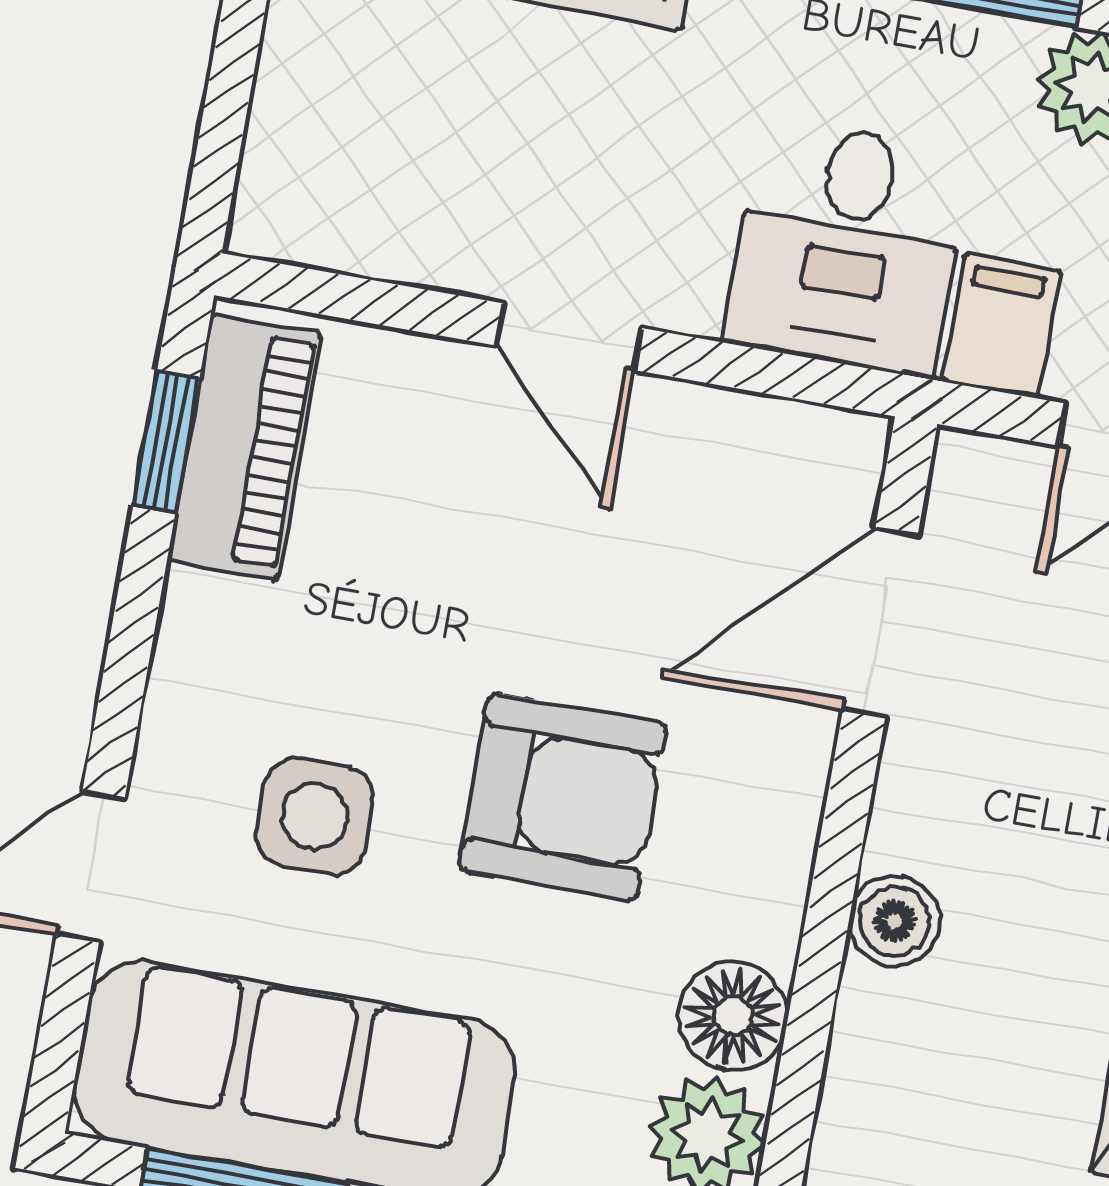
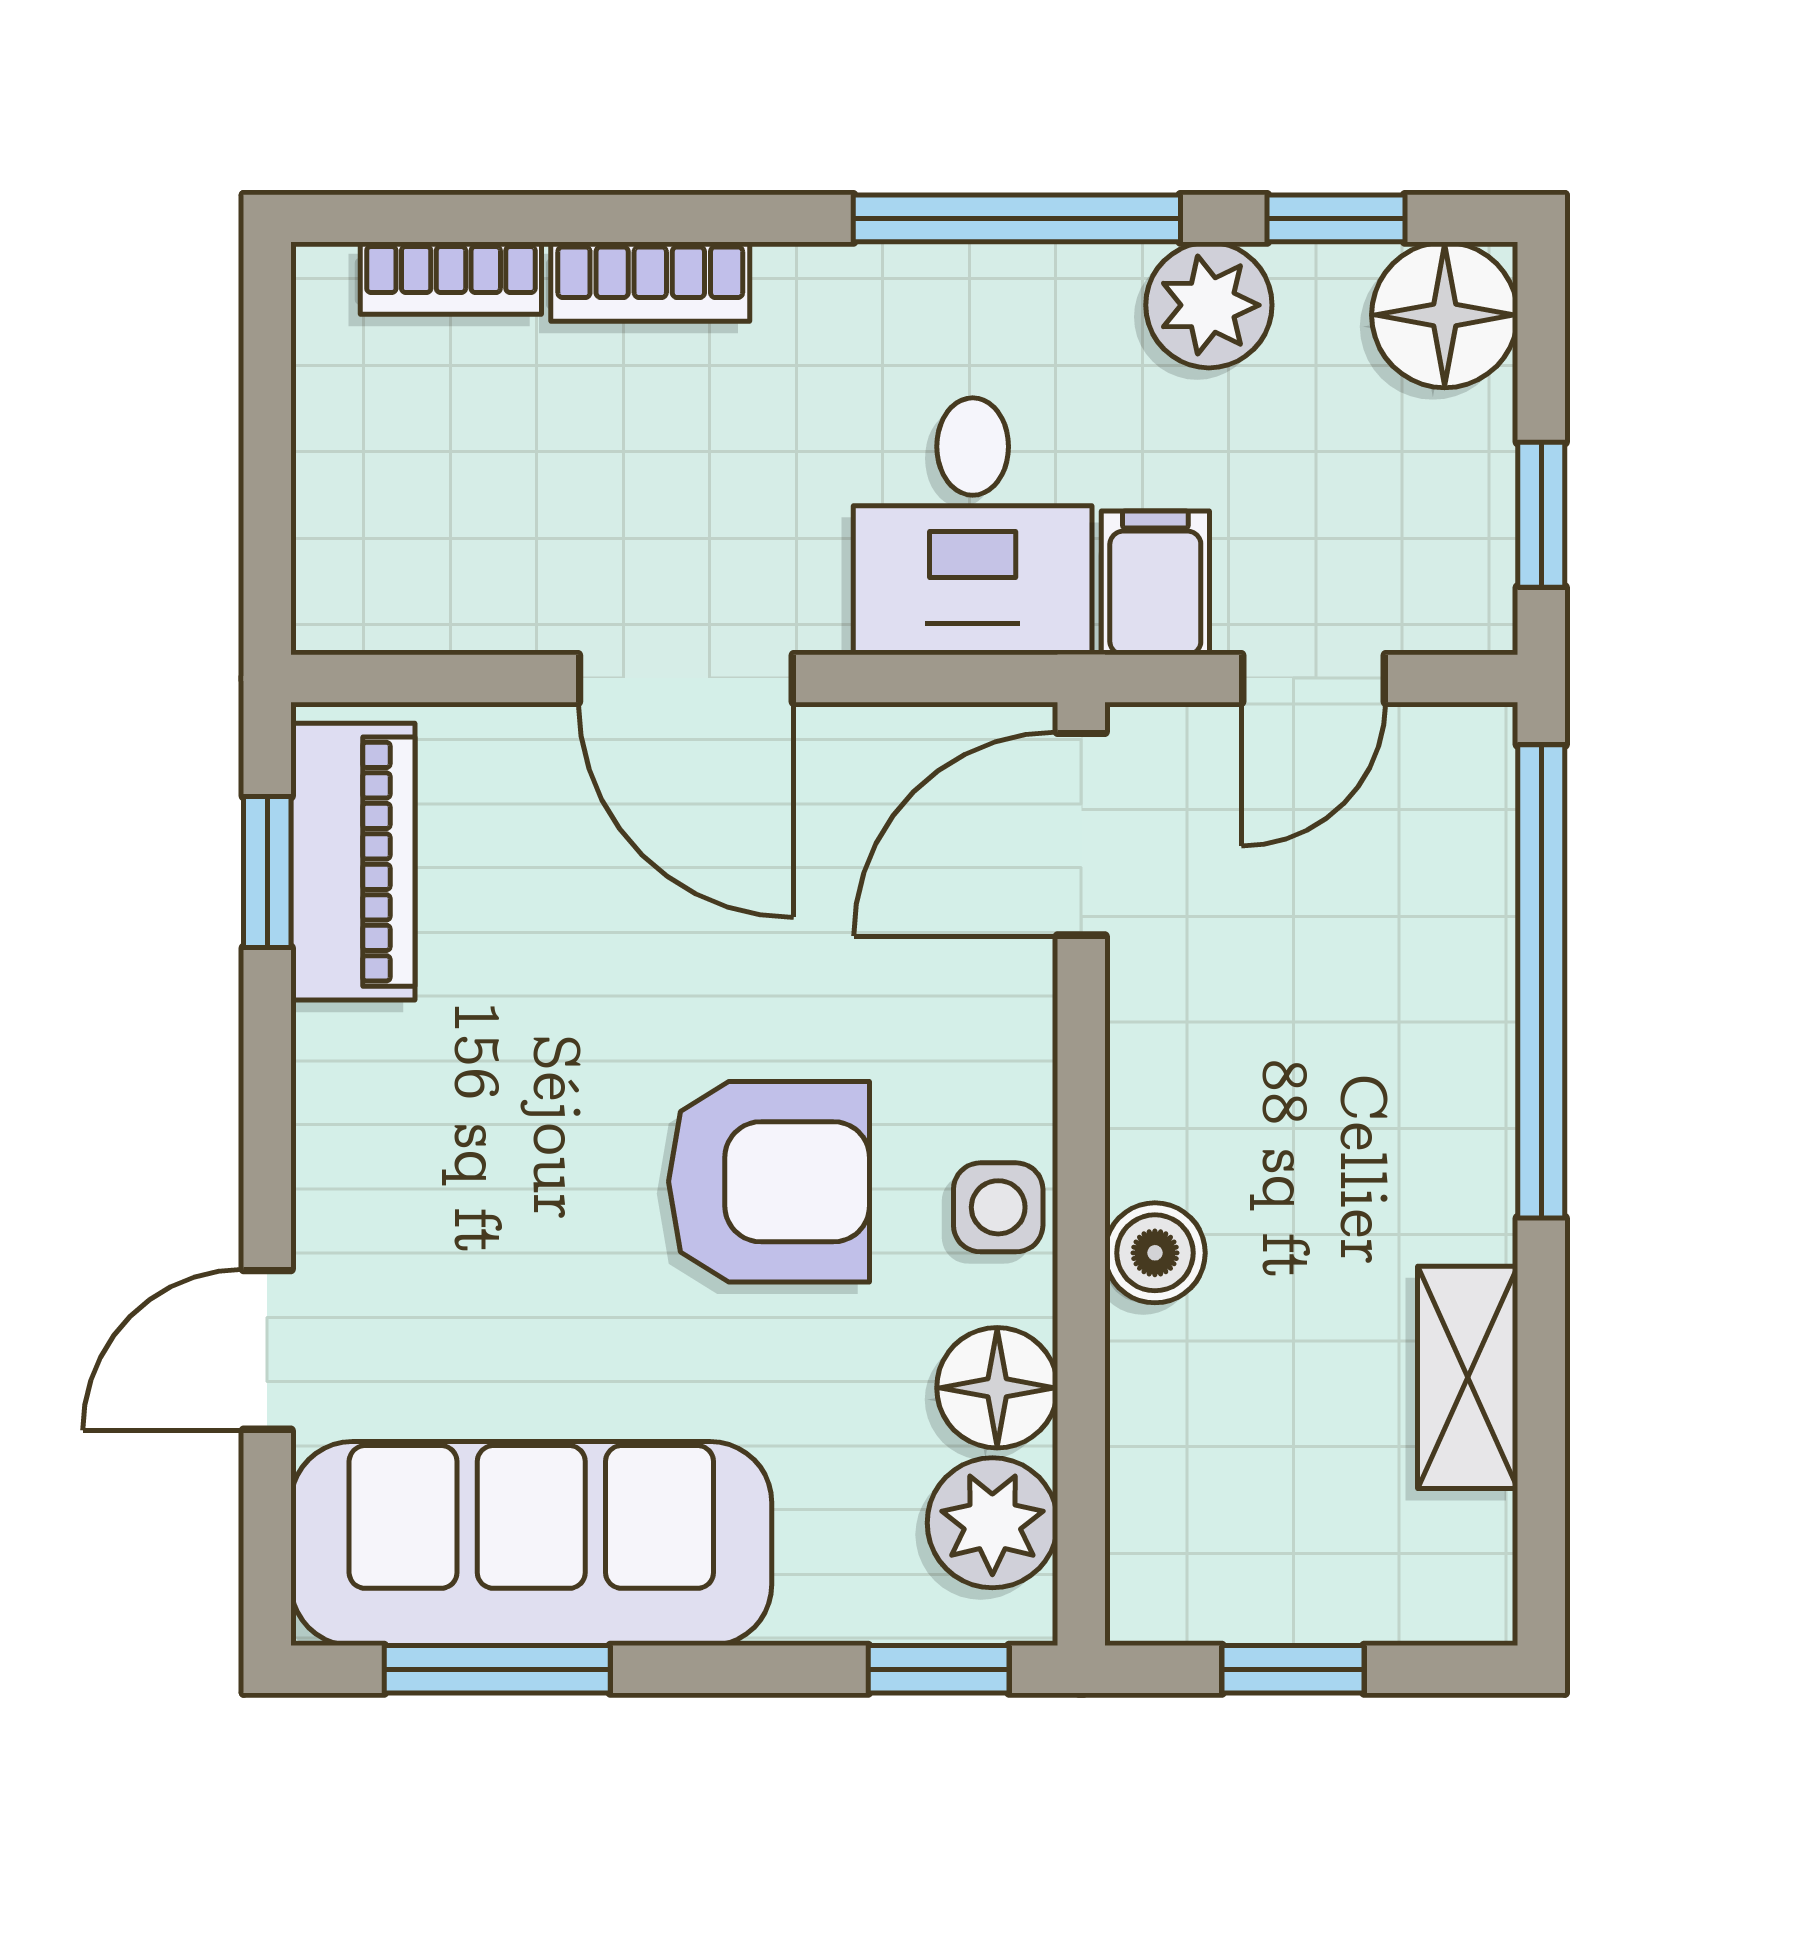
door: (569, 337) -> (686, 678), width x1.38
door: (880, 622) -> (1081, 834), moved
side table: (315, 816) -> (998, 1207), moved, width x0.73, depth x0.73

